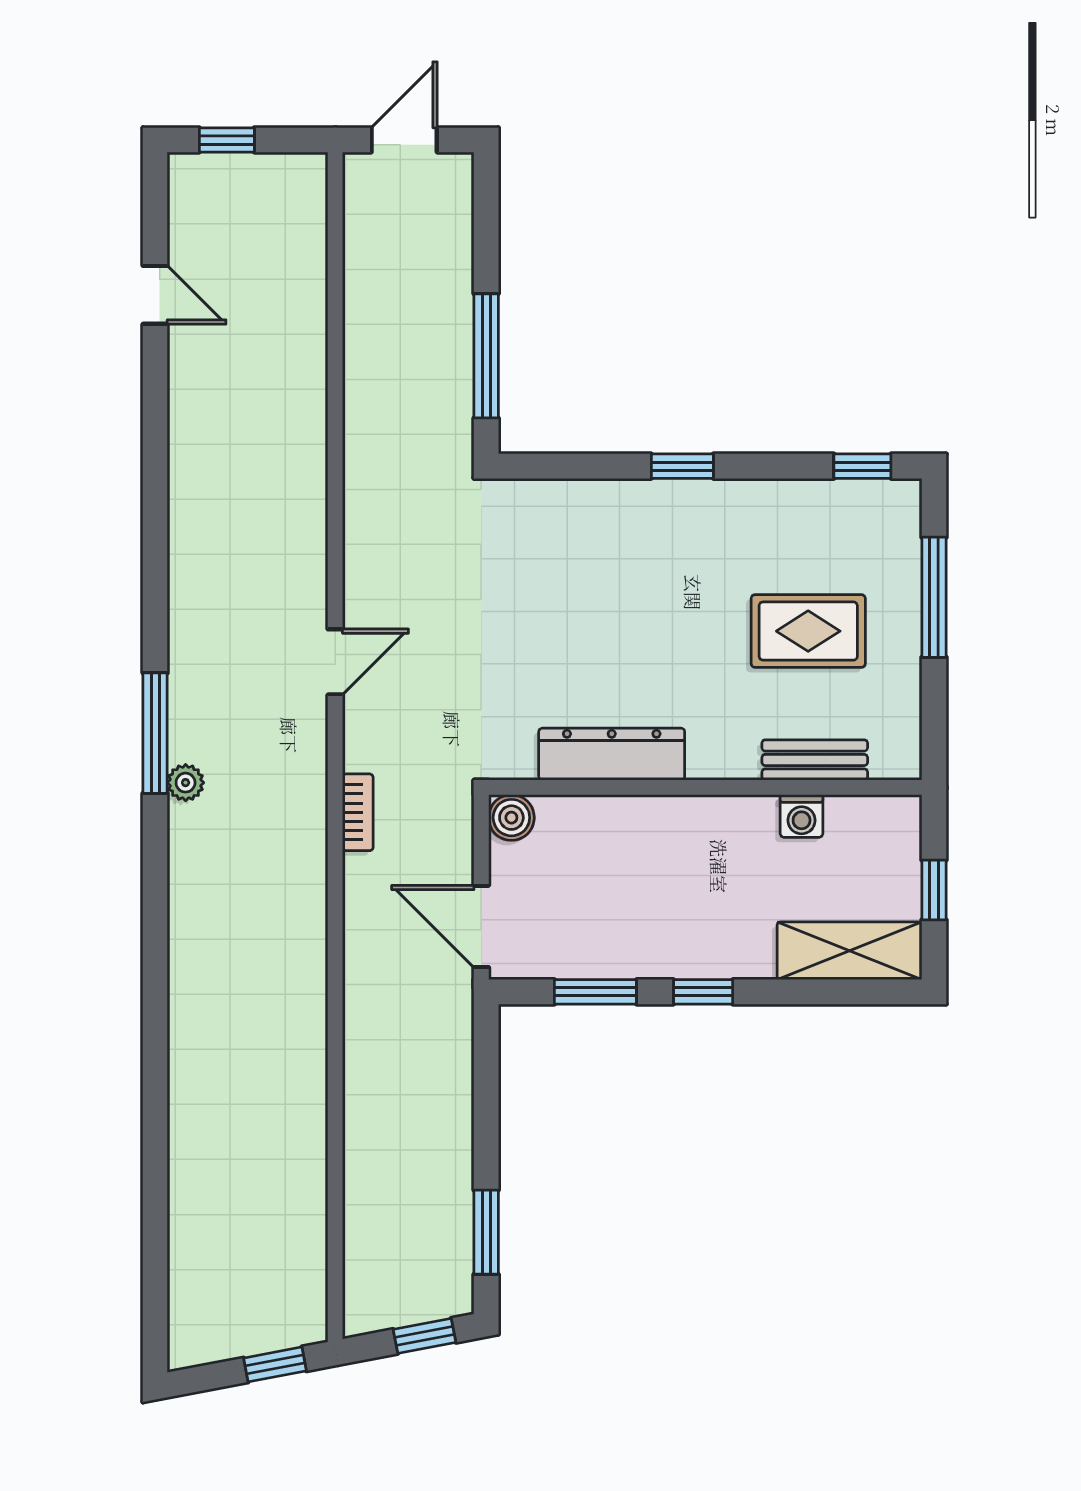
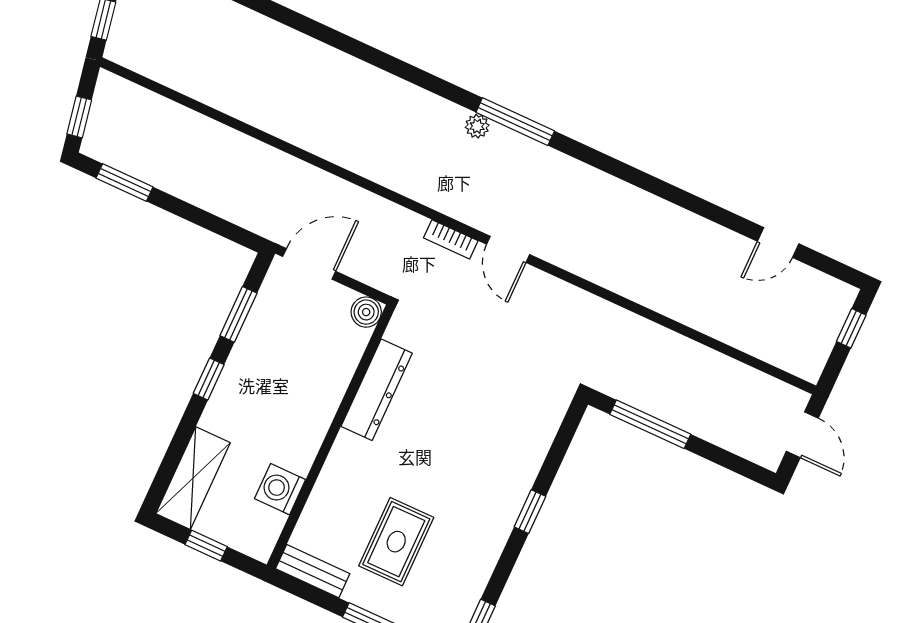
bench: (815, 760) -> (313, 571), moved, turned 90
bookcase: (358, 812) -> (451, 239), moved
washing machine: (802, 816) -> (280, 489), width x1.38, depth x1.38

